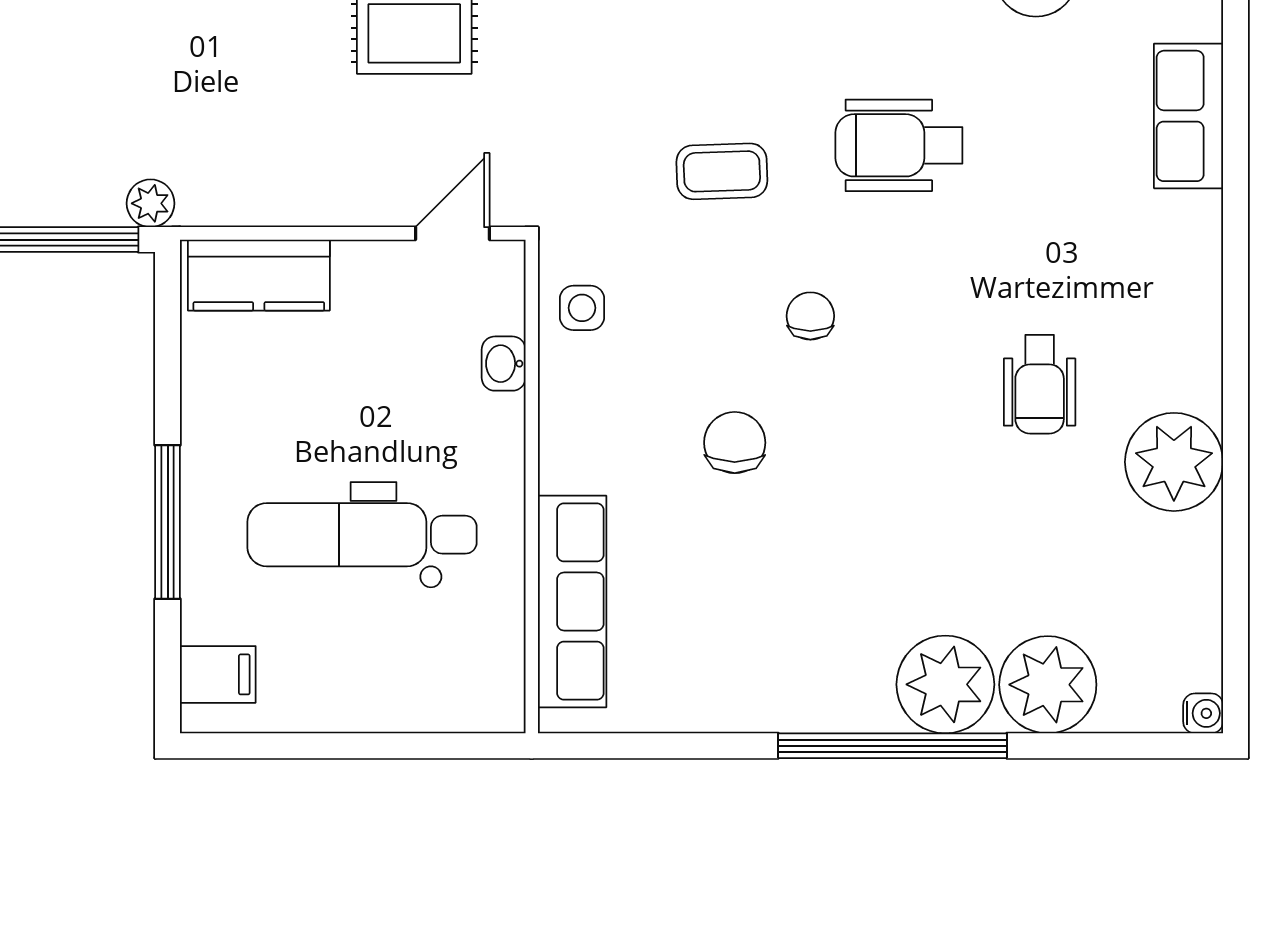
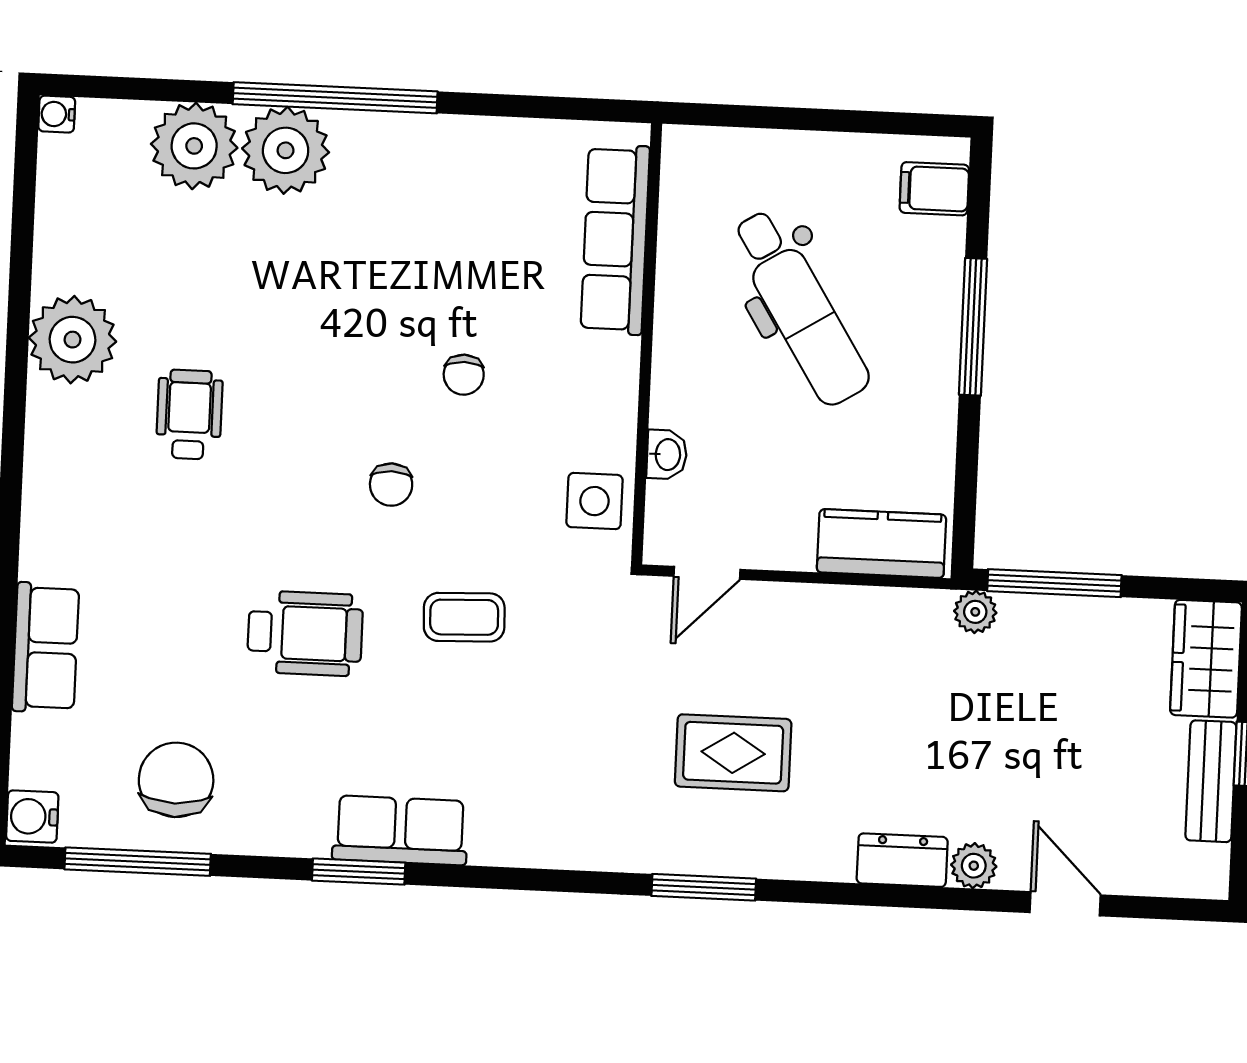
side table: (582, 308) -> (595, 501), width x1.37, depth x1.37
chair: (735, 443) -> (464, 375), width x0.73, depth x0.73
dental chair: (362, 535) -> (800, 308), turned 58

